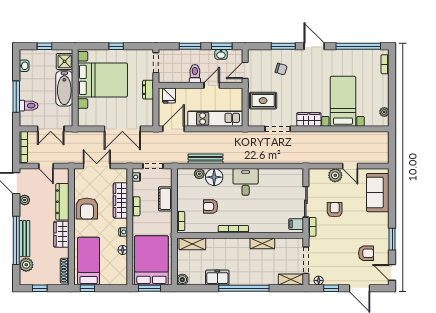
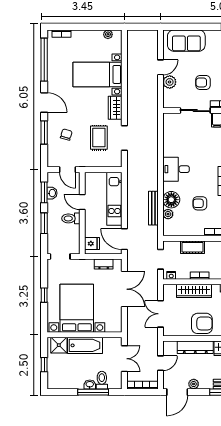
door: (314, 46) -> (44, 103), swing flipped
washbasin: (24, 66) -> (90, 384), moved
dresser: (148, 90) -> (104, 264), moved
rug: (263, 101) -> (99, 138), moved
armchair: (210, 206) -> (200, 203), turned 90

